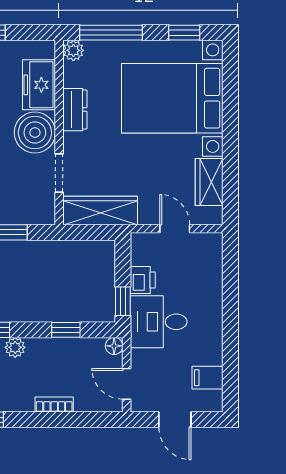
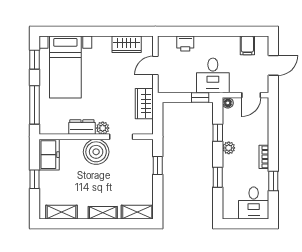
plant: (73, 50) -> (103, 128), moved
freezer: (39, 85) -> (49, 155), moved, turned -90
bed with nightstands: (172, 98) -> (65, 67), width x0.73
wardrobe: (100, 211) -> (144, 104), width x0.67
printer: (143, 280) -> (185, 43), moved, turned 180
plant: (15, 347) -> (229, 148), moved
bookcase: (54, 405) -> (264, 157), moved

